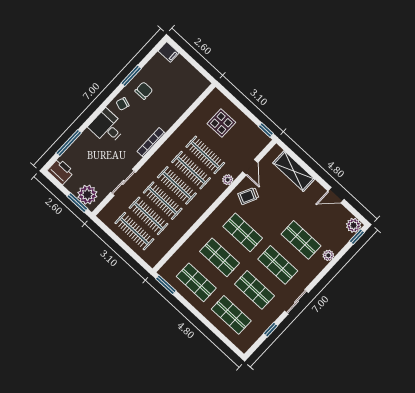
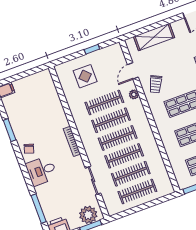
chair: (144, 91) -> (27, 126), removed
window: (266, 130) -> (92, 49), moved
door: (250, 167) -> (133, 71), swing flipped

